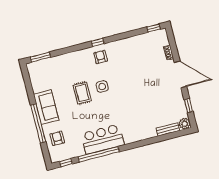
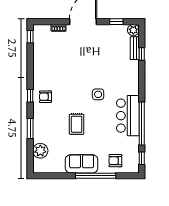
window: (40, 57) -> (30, 129), moved
plant: (48, 65) -> (40, 151), added
side table: (102, 87) -> (98, 94), moved
rug: (82, 93) -> (77, 124), turned 90
window: (164, 137) -> (142, 54), added

